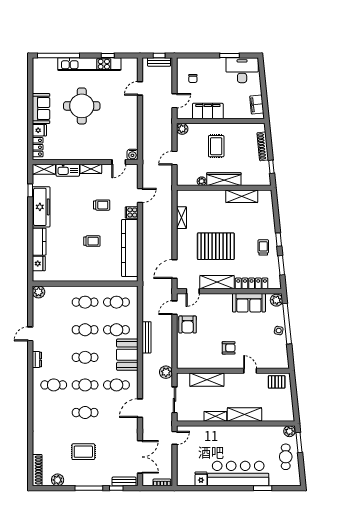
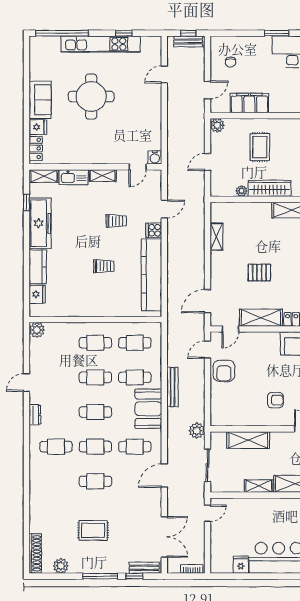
pallet: (216, 246) -> (259, 273), width x0.49, depth x0.50

